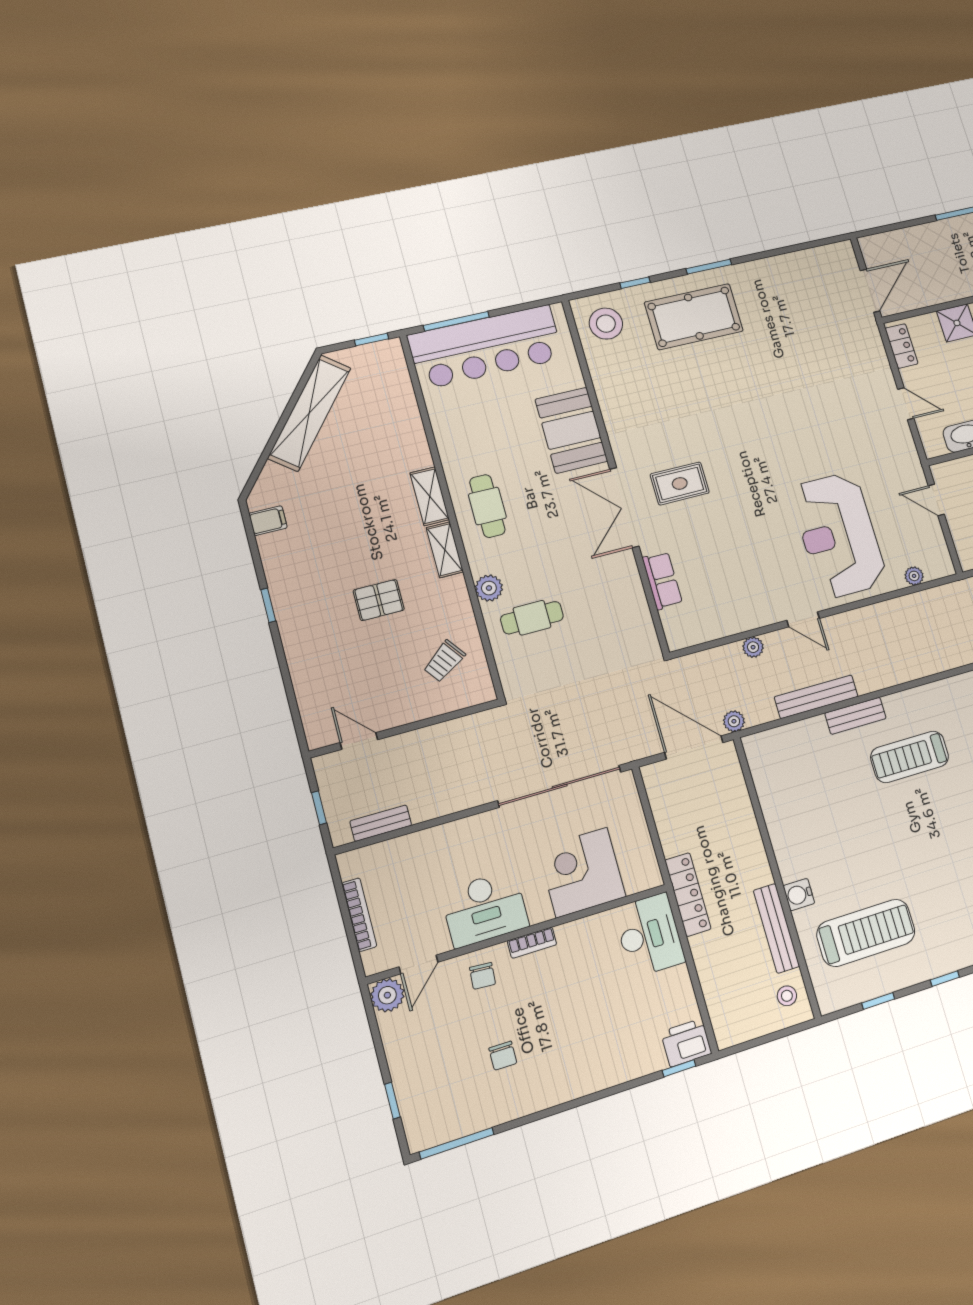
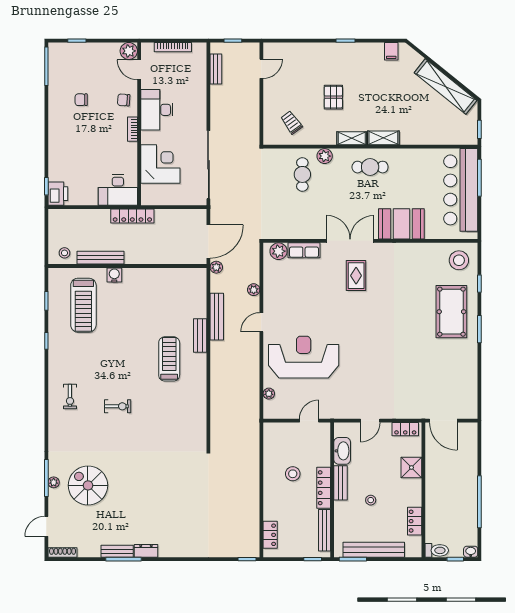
plant: (676, 623) -> (279, 251), added

